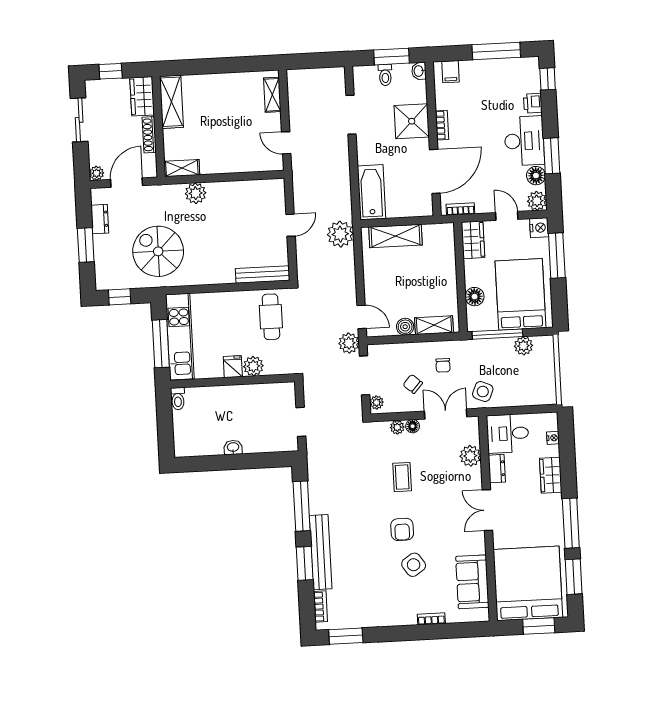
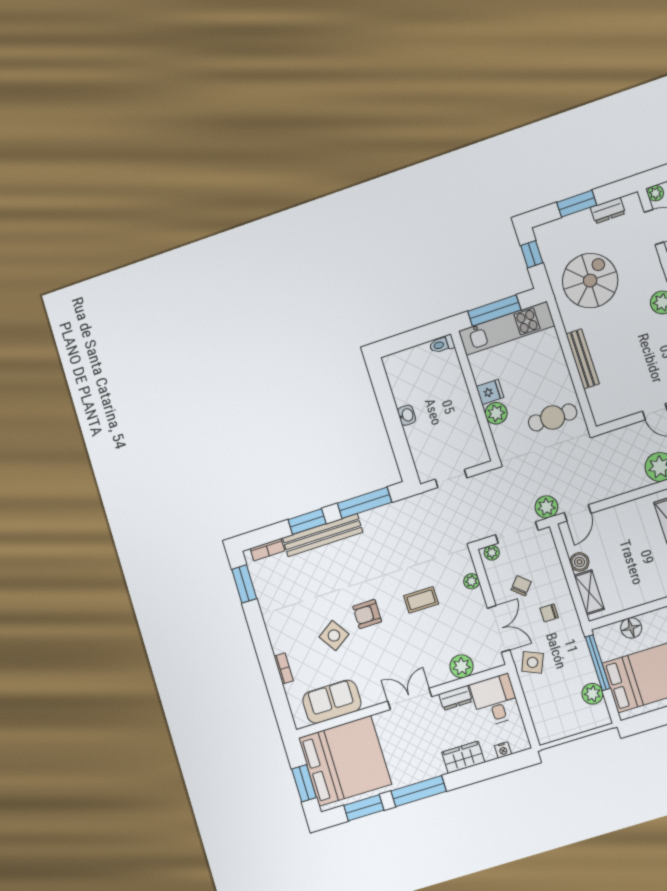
bench: (263, 274) -> (583, 359), moved
floor lamp: (413, 426) -> (477, 597), removed

